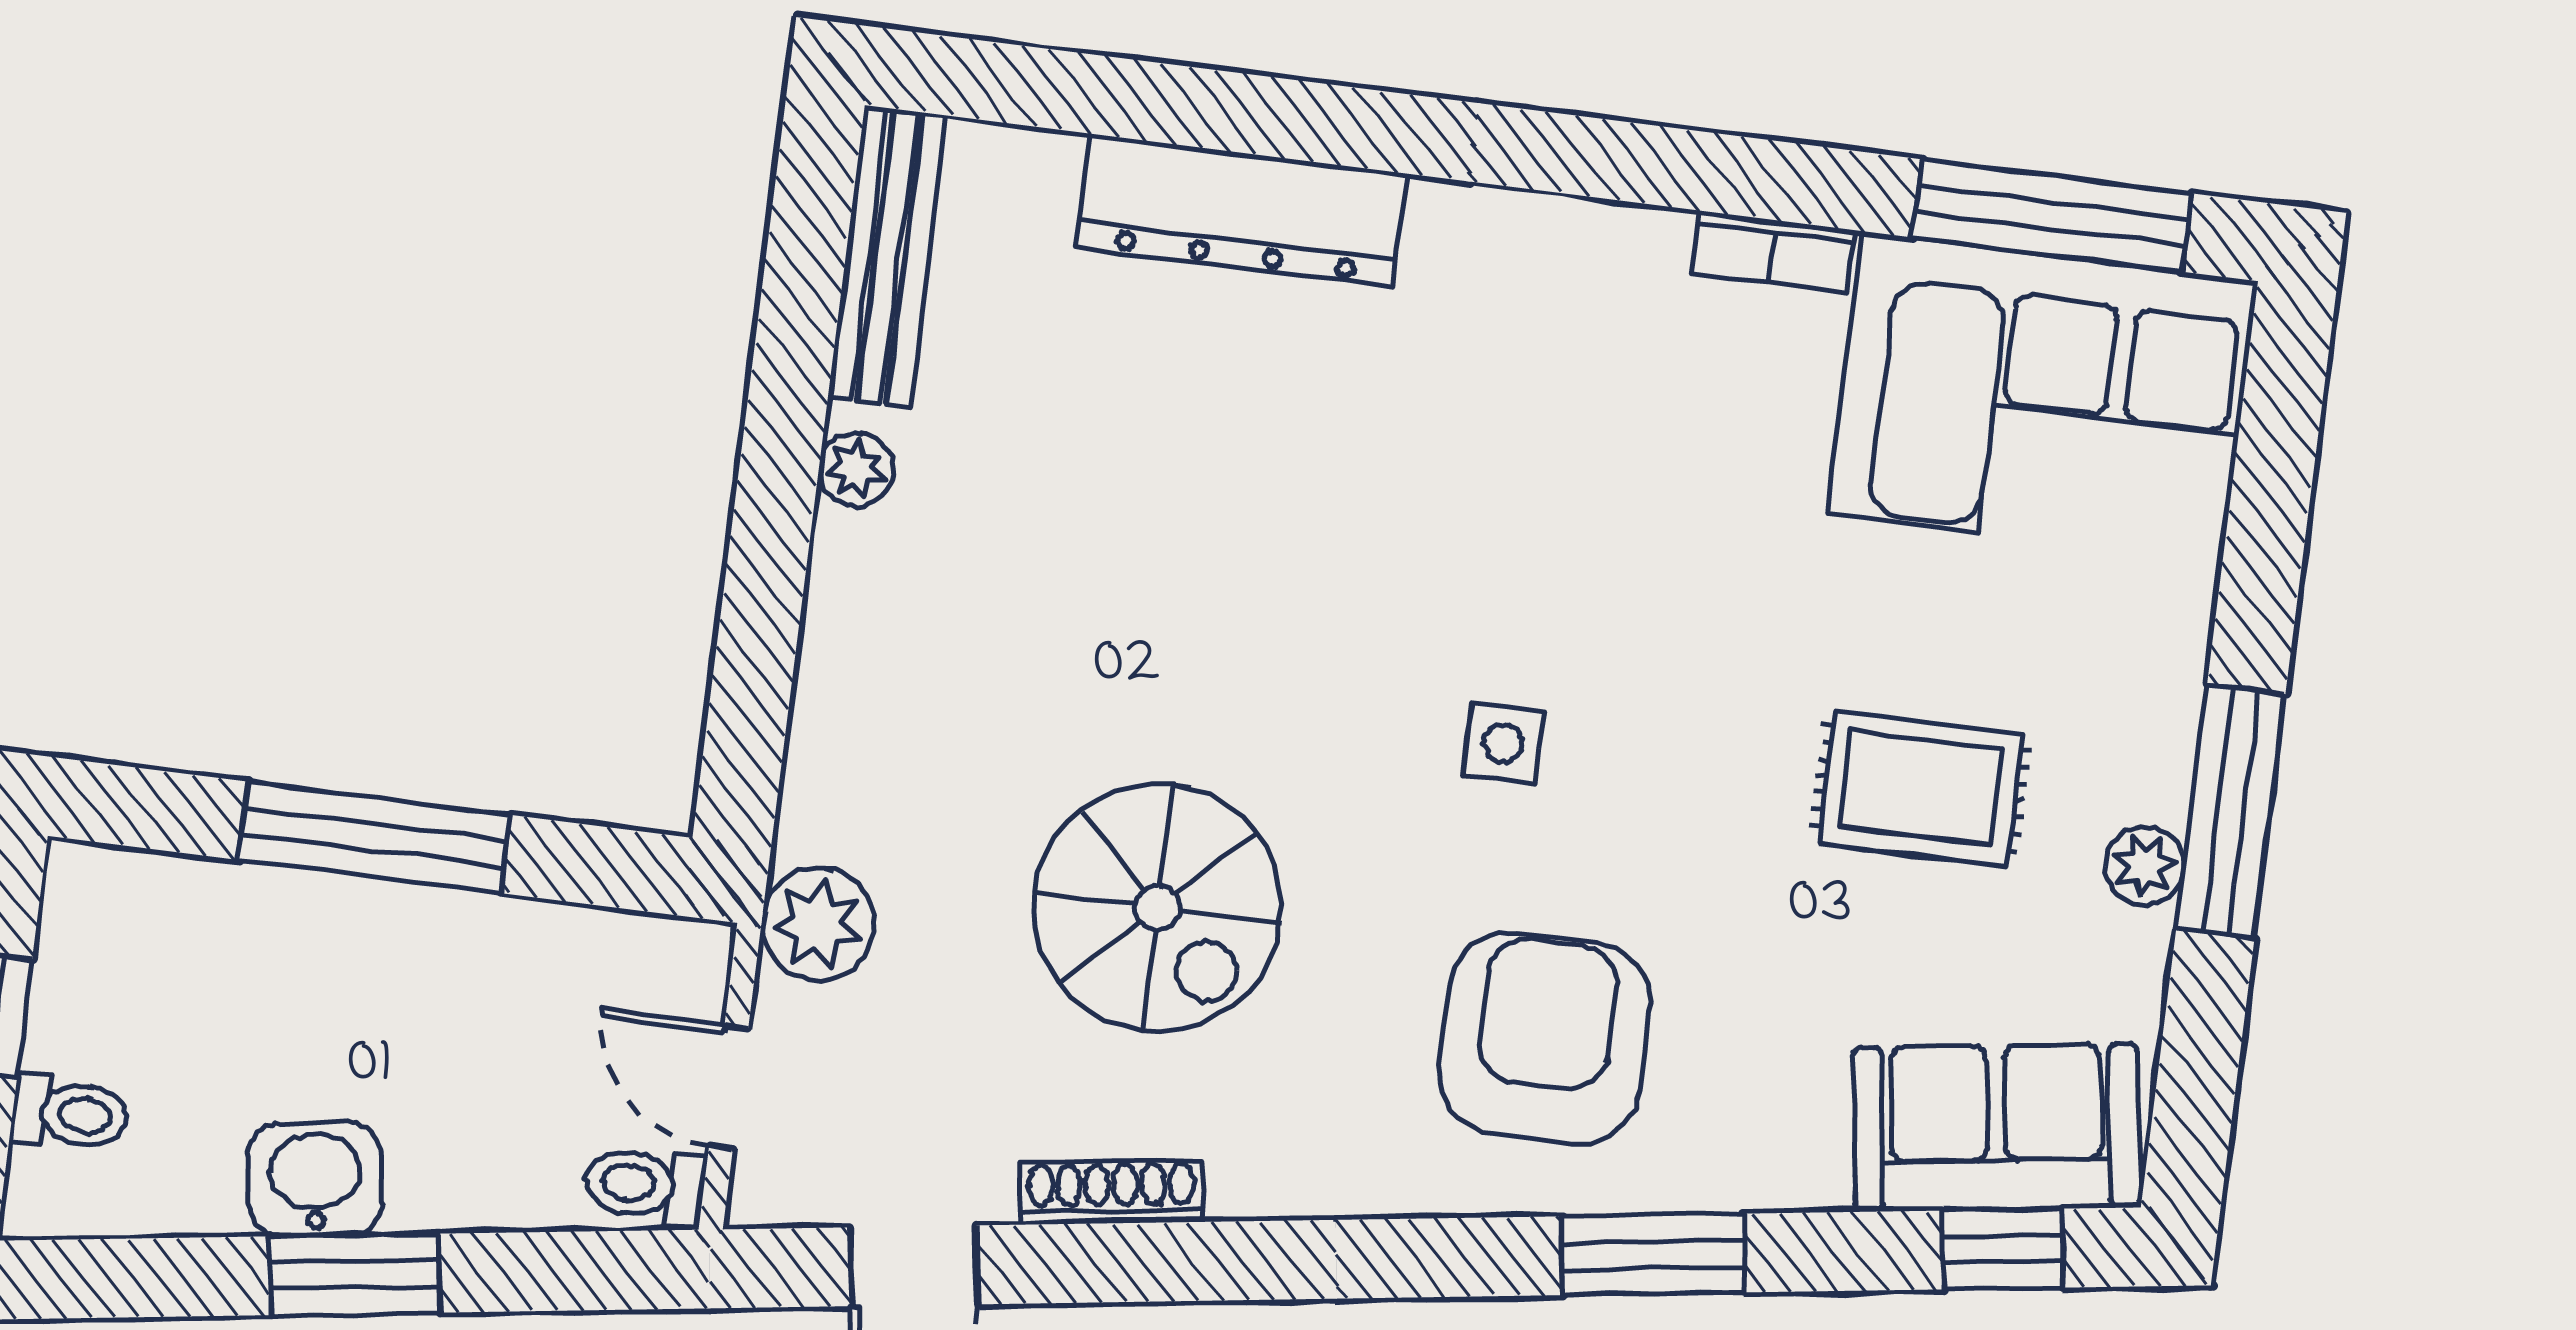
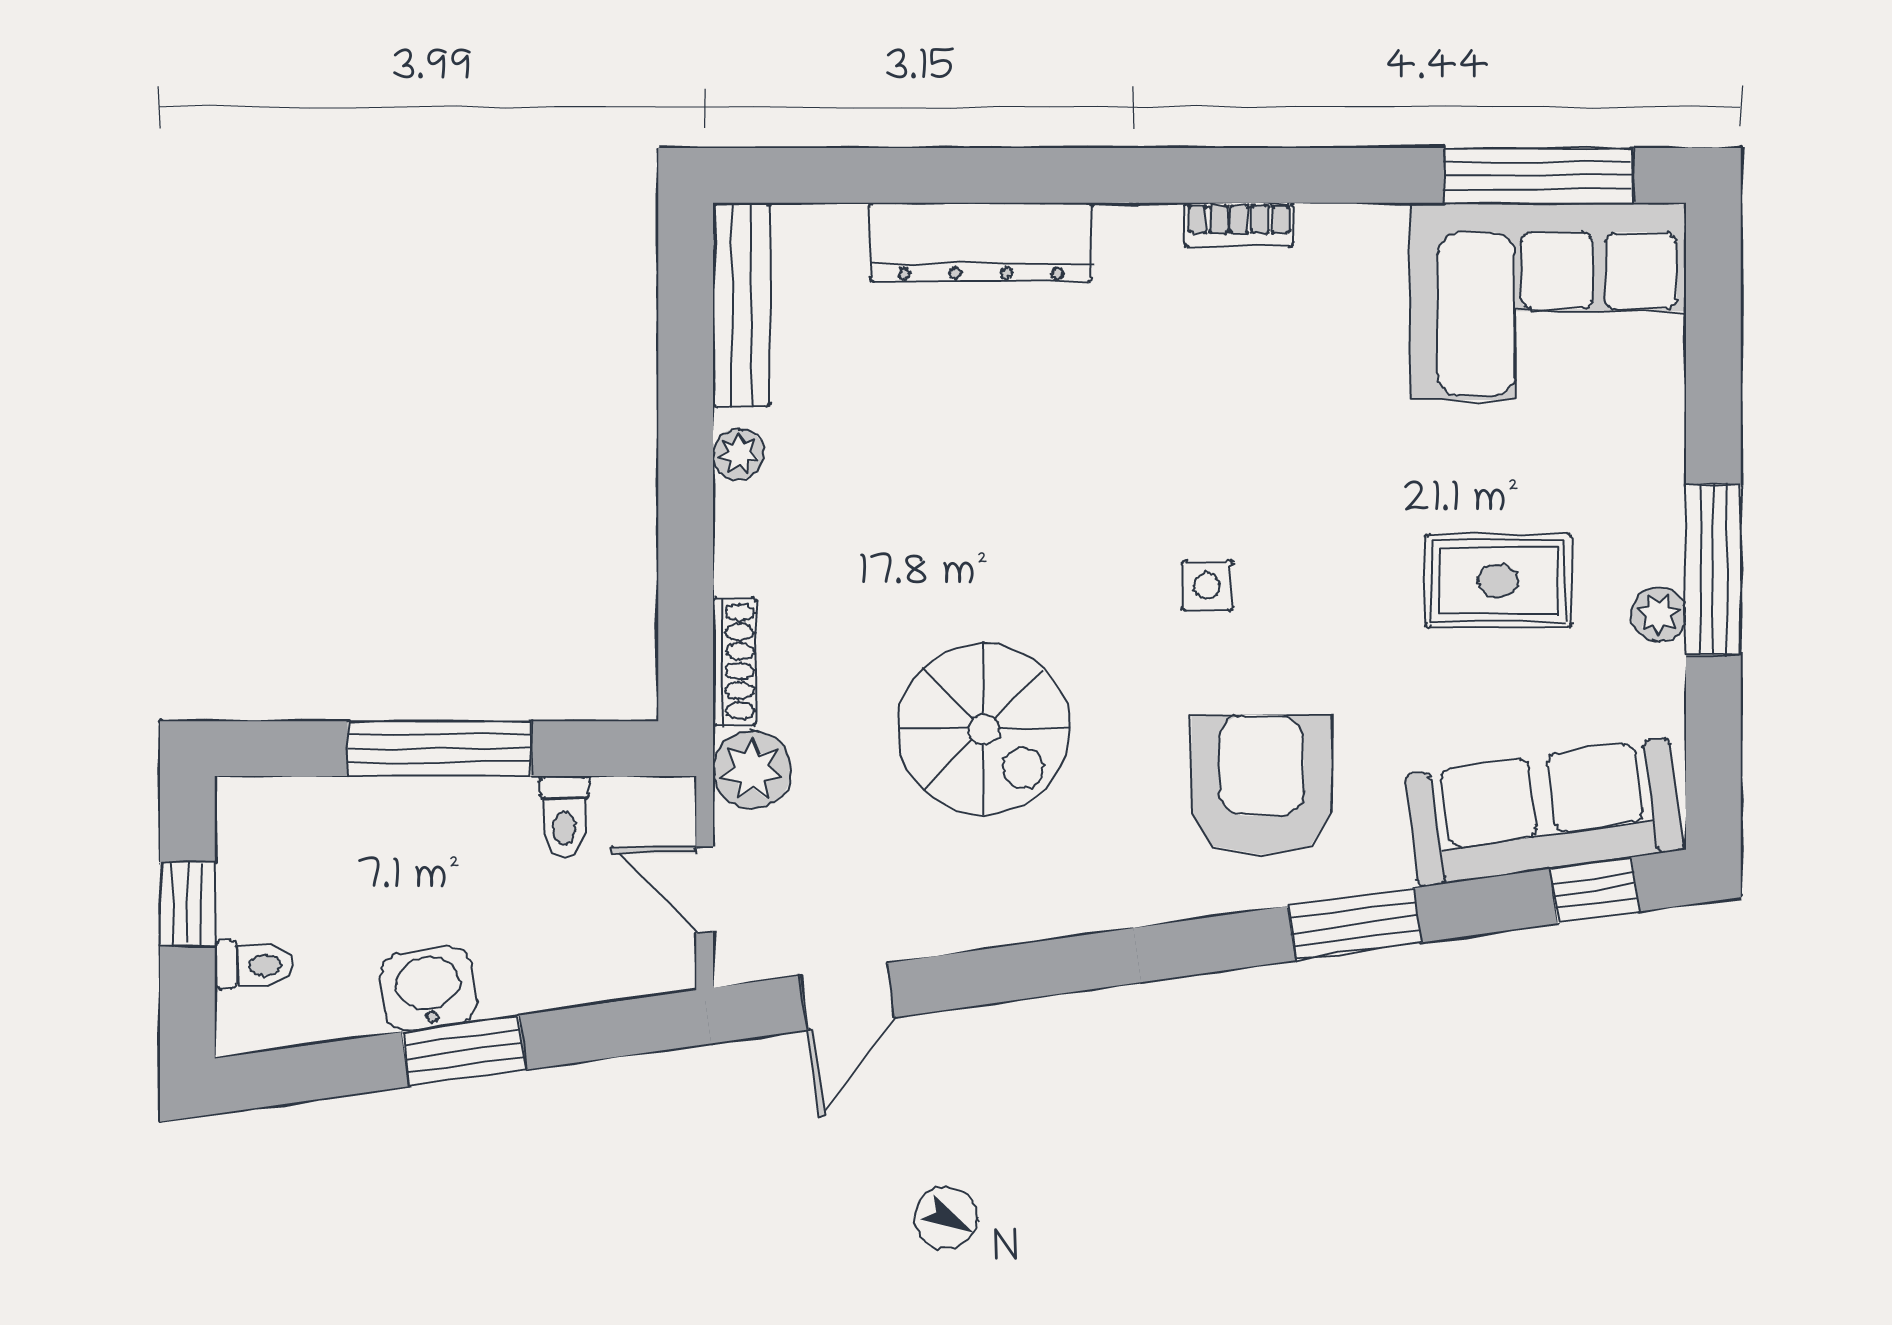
bookcase: (1773, 251) -> (1239, 224), moved
sofa: (1996, 1128) -> (1544, 812), width x1.36
toilet: (645, 1185) -> (564, 817), moved, turned -90
shoe rack: (1111, 1192) -> (735, 661), moved, turned 98

